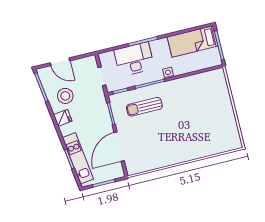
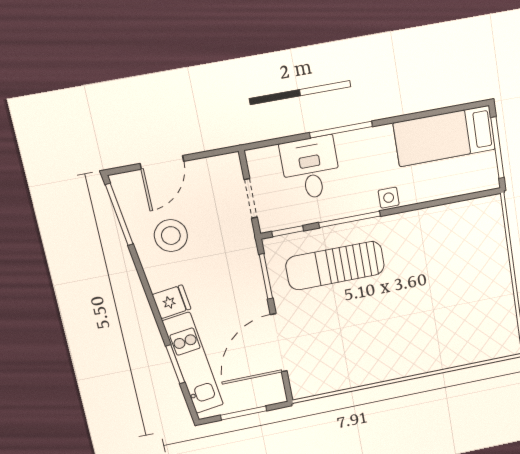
desk: (134, 59) -> (311, 168), width x0.73
door: (60, 62) -> (162, 162), hinge flipped
sun lounger: (144, 107) -> (335, 266), width x1.36, depth x1.34
fridge: (63, 118) -> (172, 302), moved

